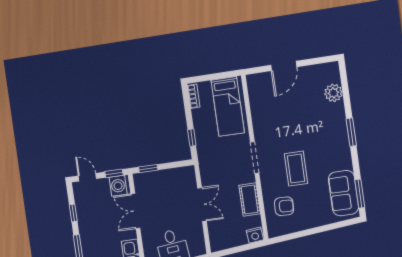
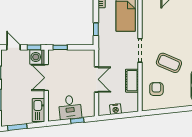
coffee table: (296, 169) -> (169, 63), turned -67
armchair: (284, 206) -> (156, 89), turned -92
nightstand: (255, 235) -> (116, 109), moved

